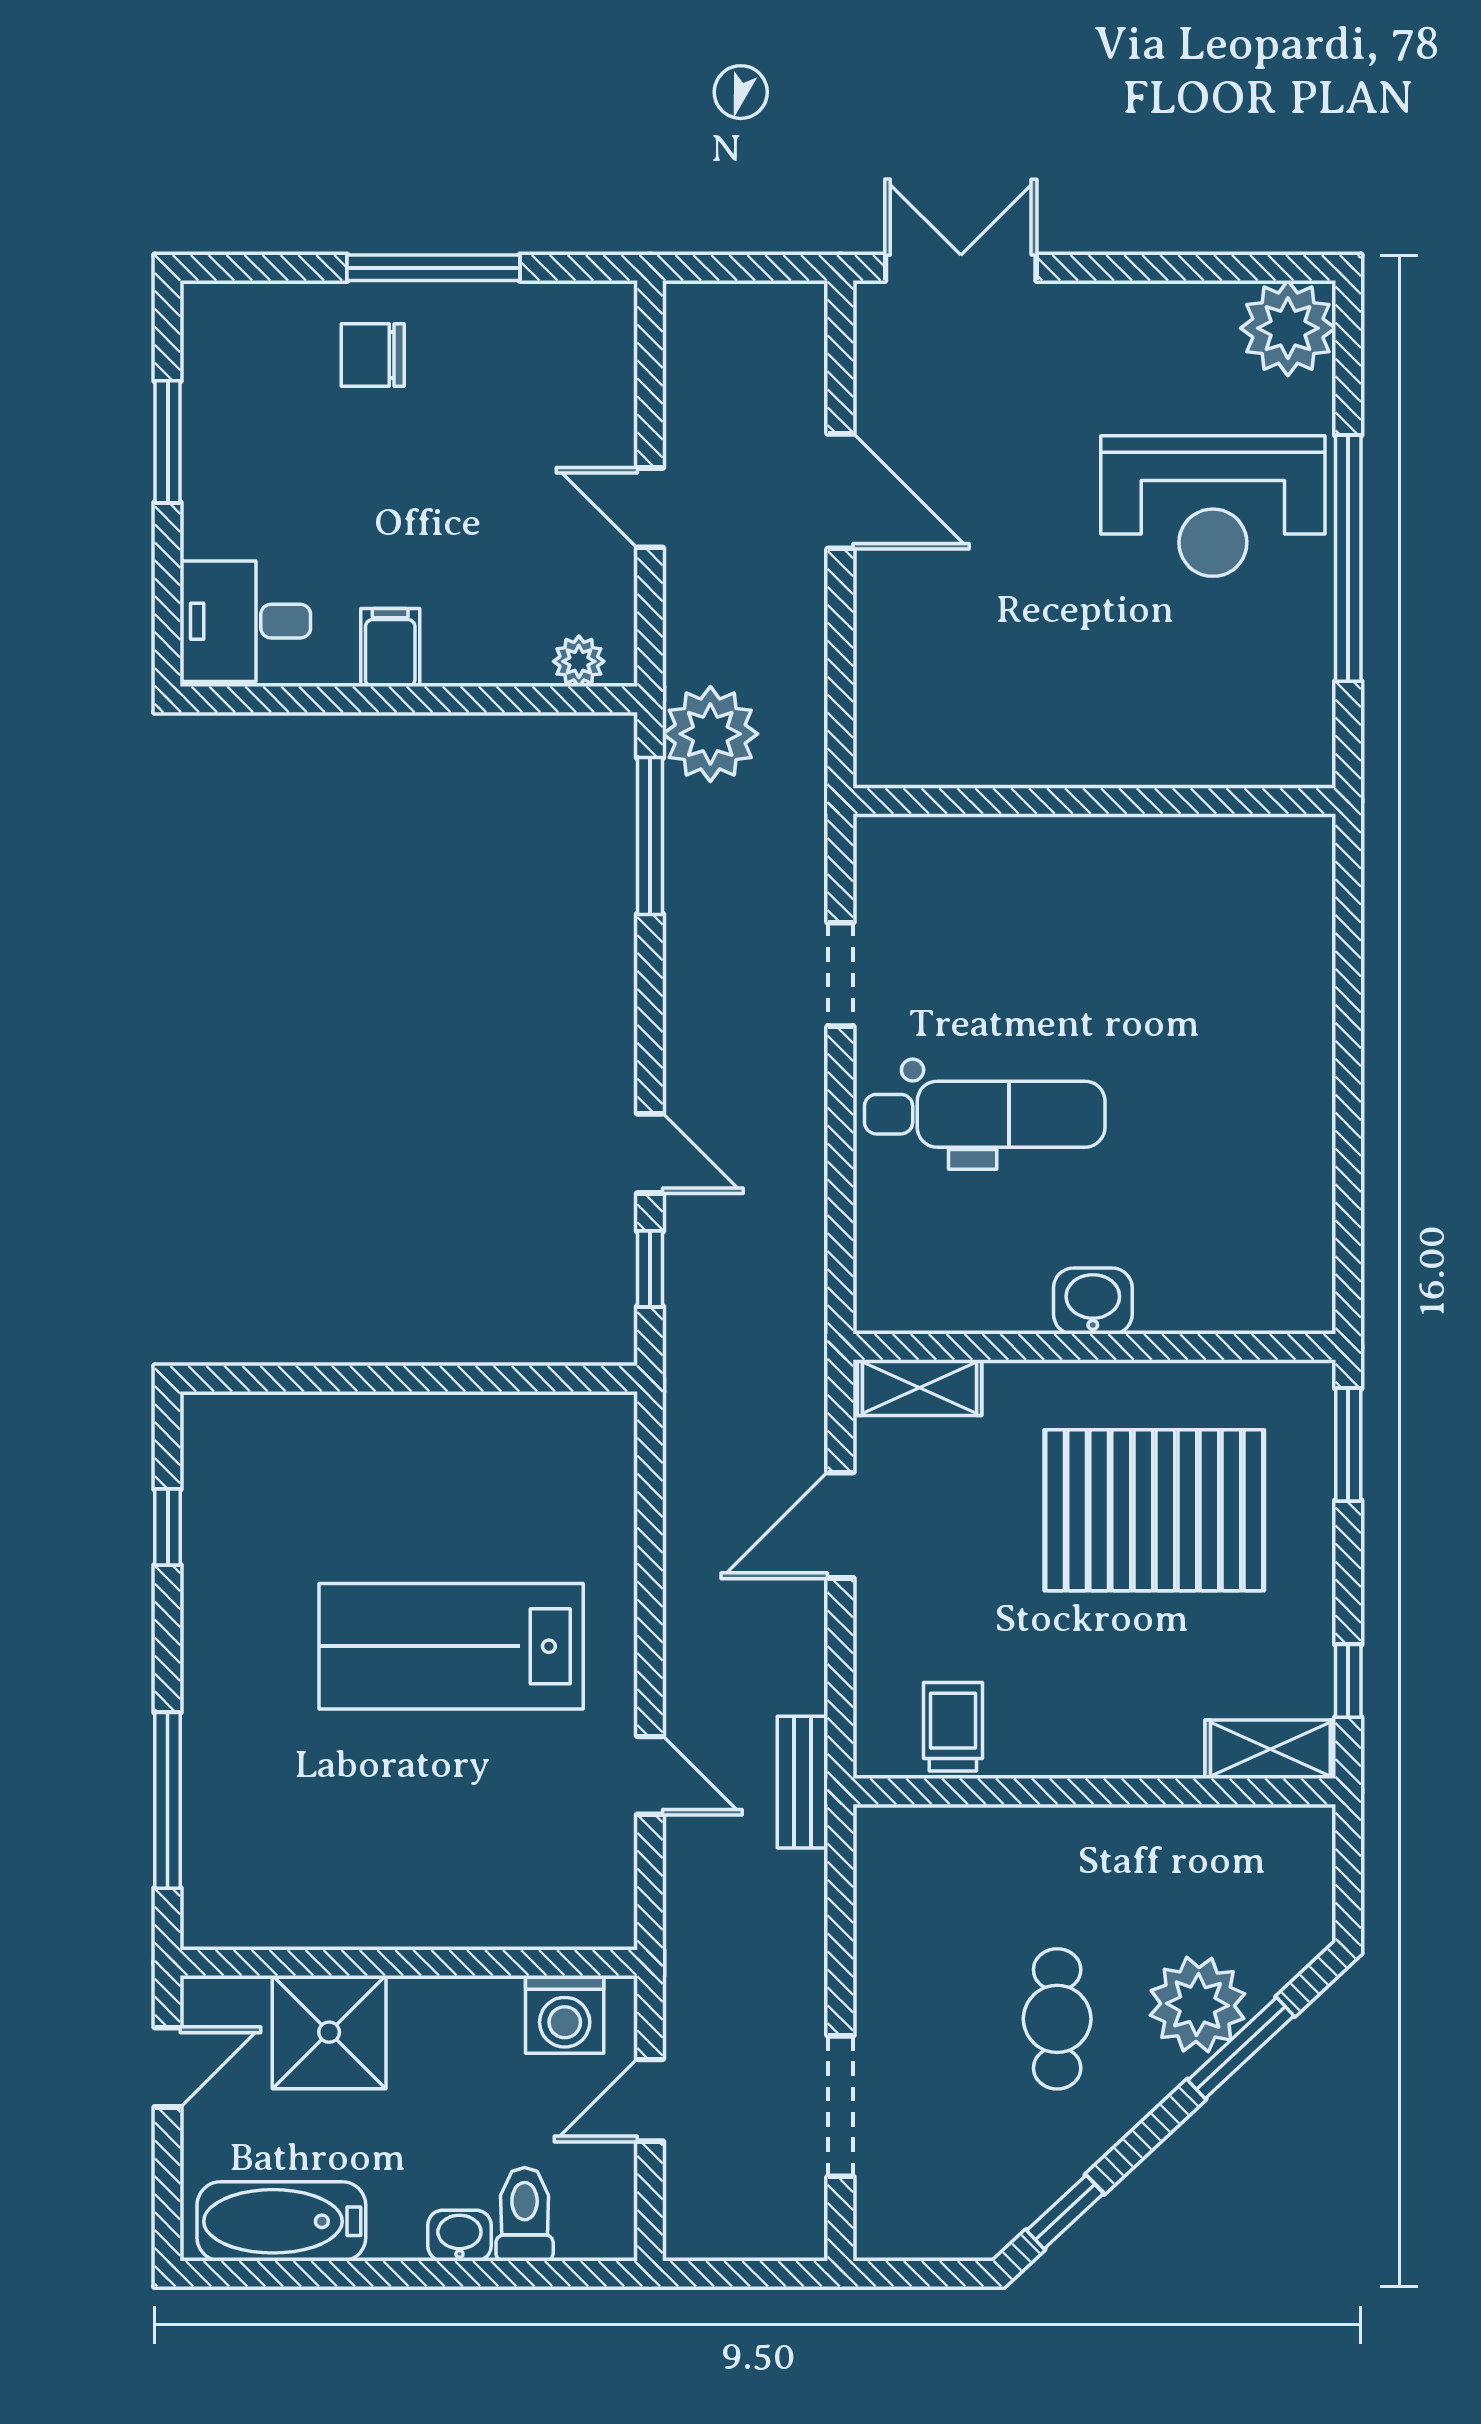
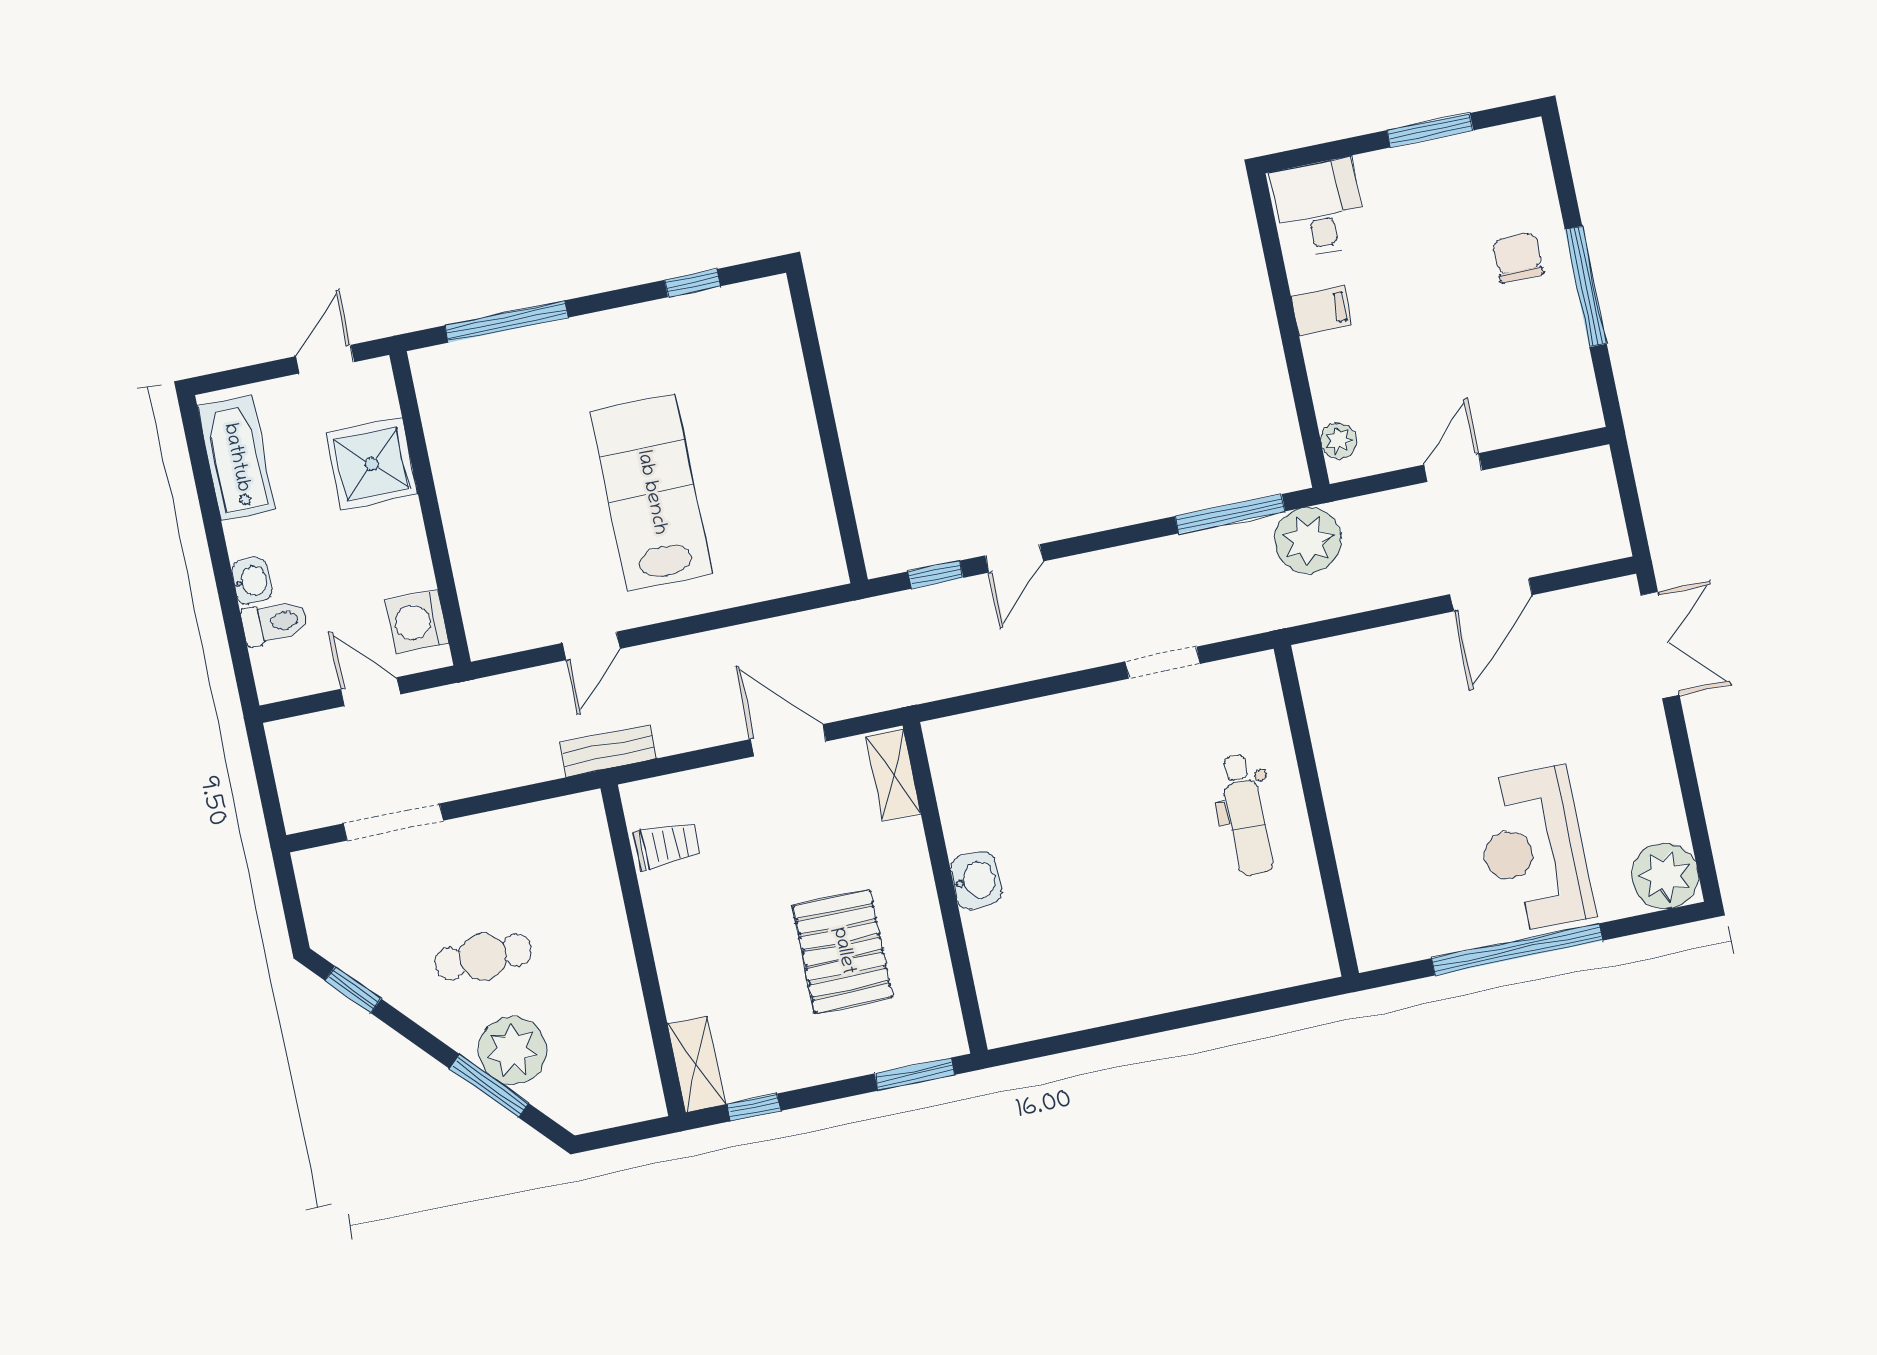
dental chair: (985, 1114) -> (1246, 815), moved, width x0.73, depth x0.72
pallet: (1154, 1510) -> (843, 951), width x0.73, depth x0.71
door: (168, 2067) -> (325, 359), swing flipped

